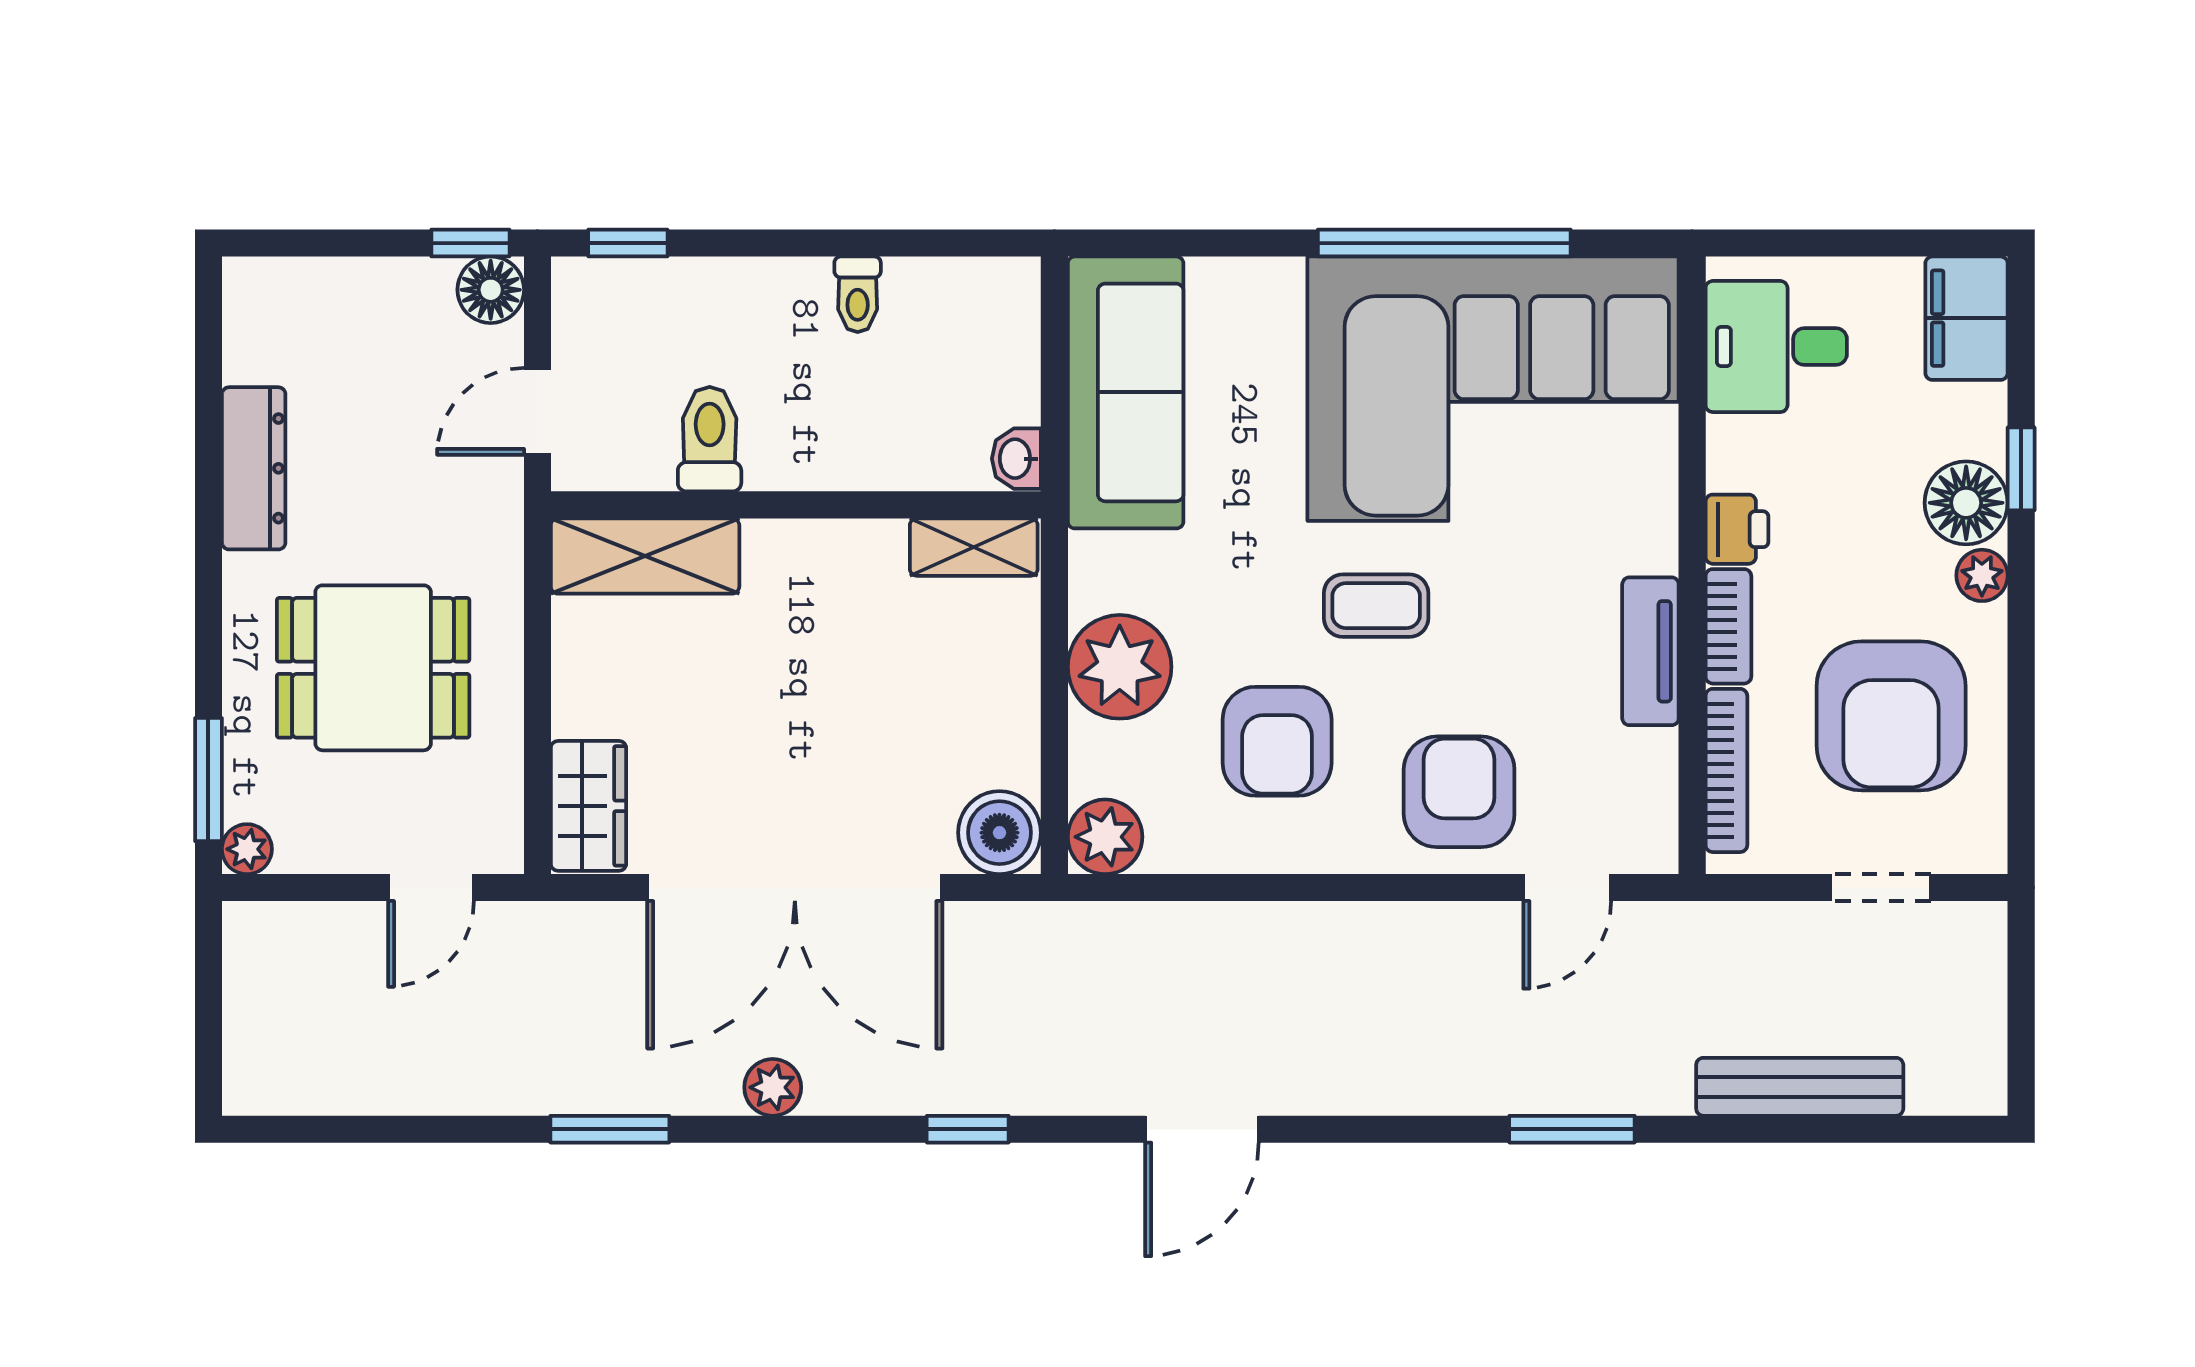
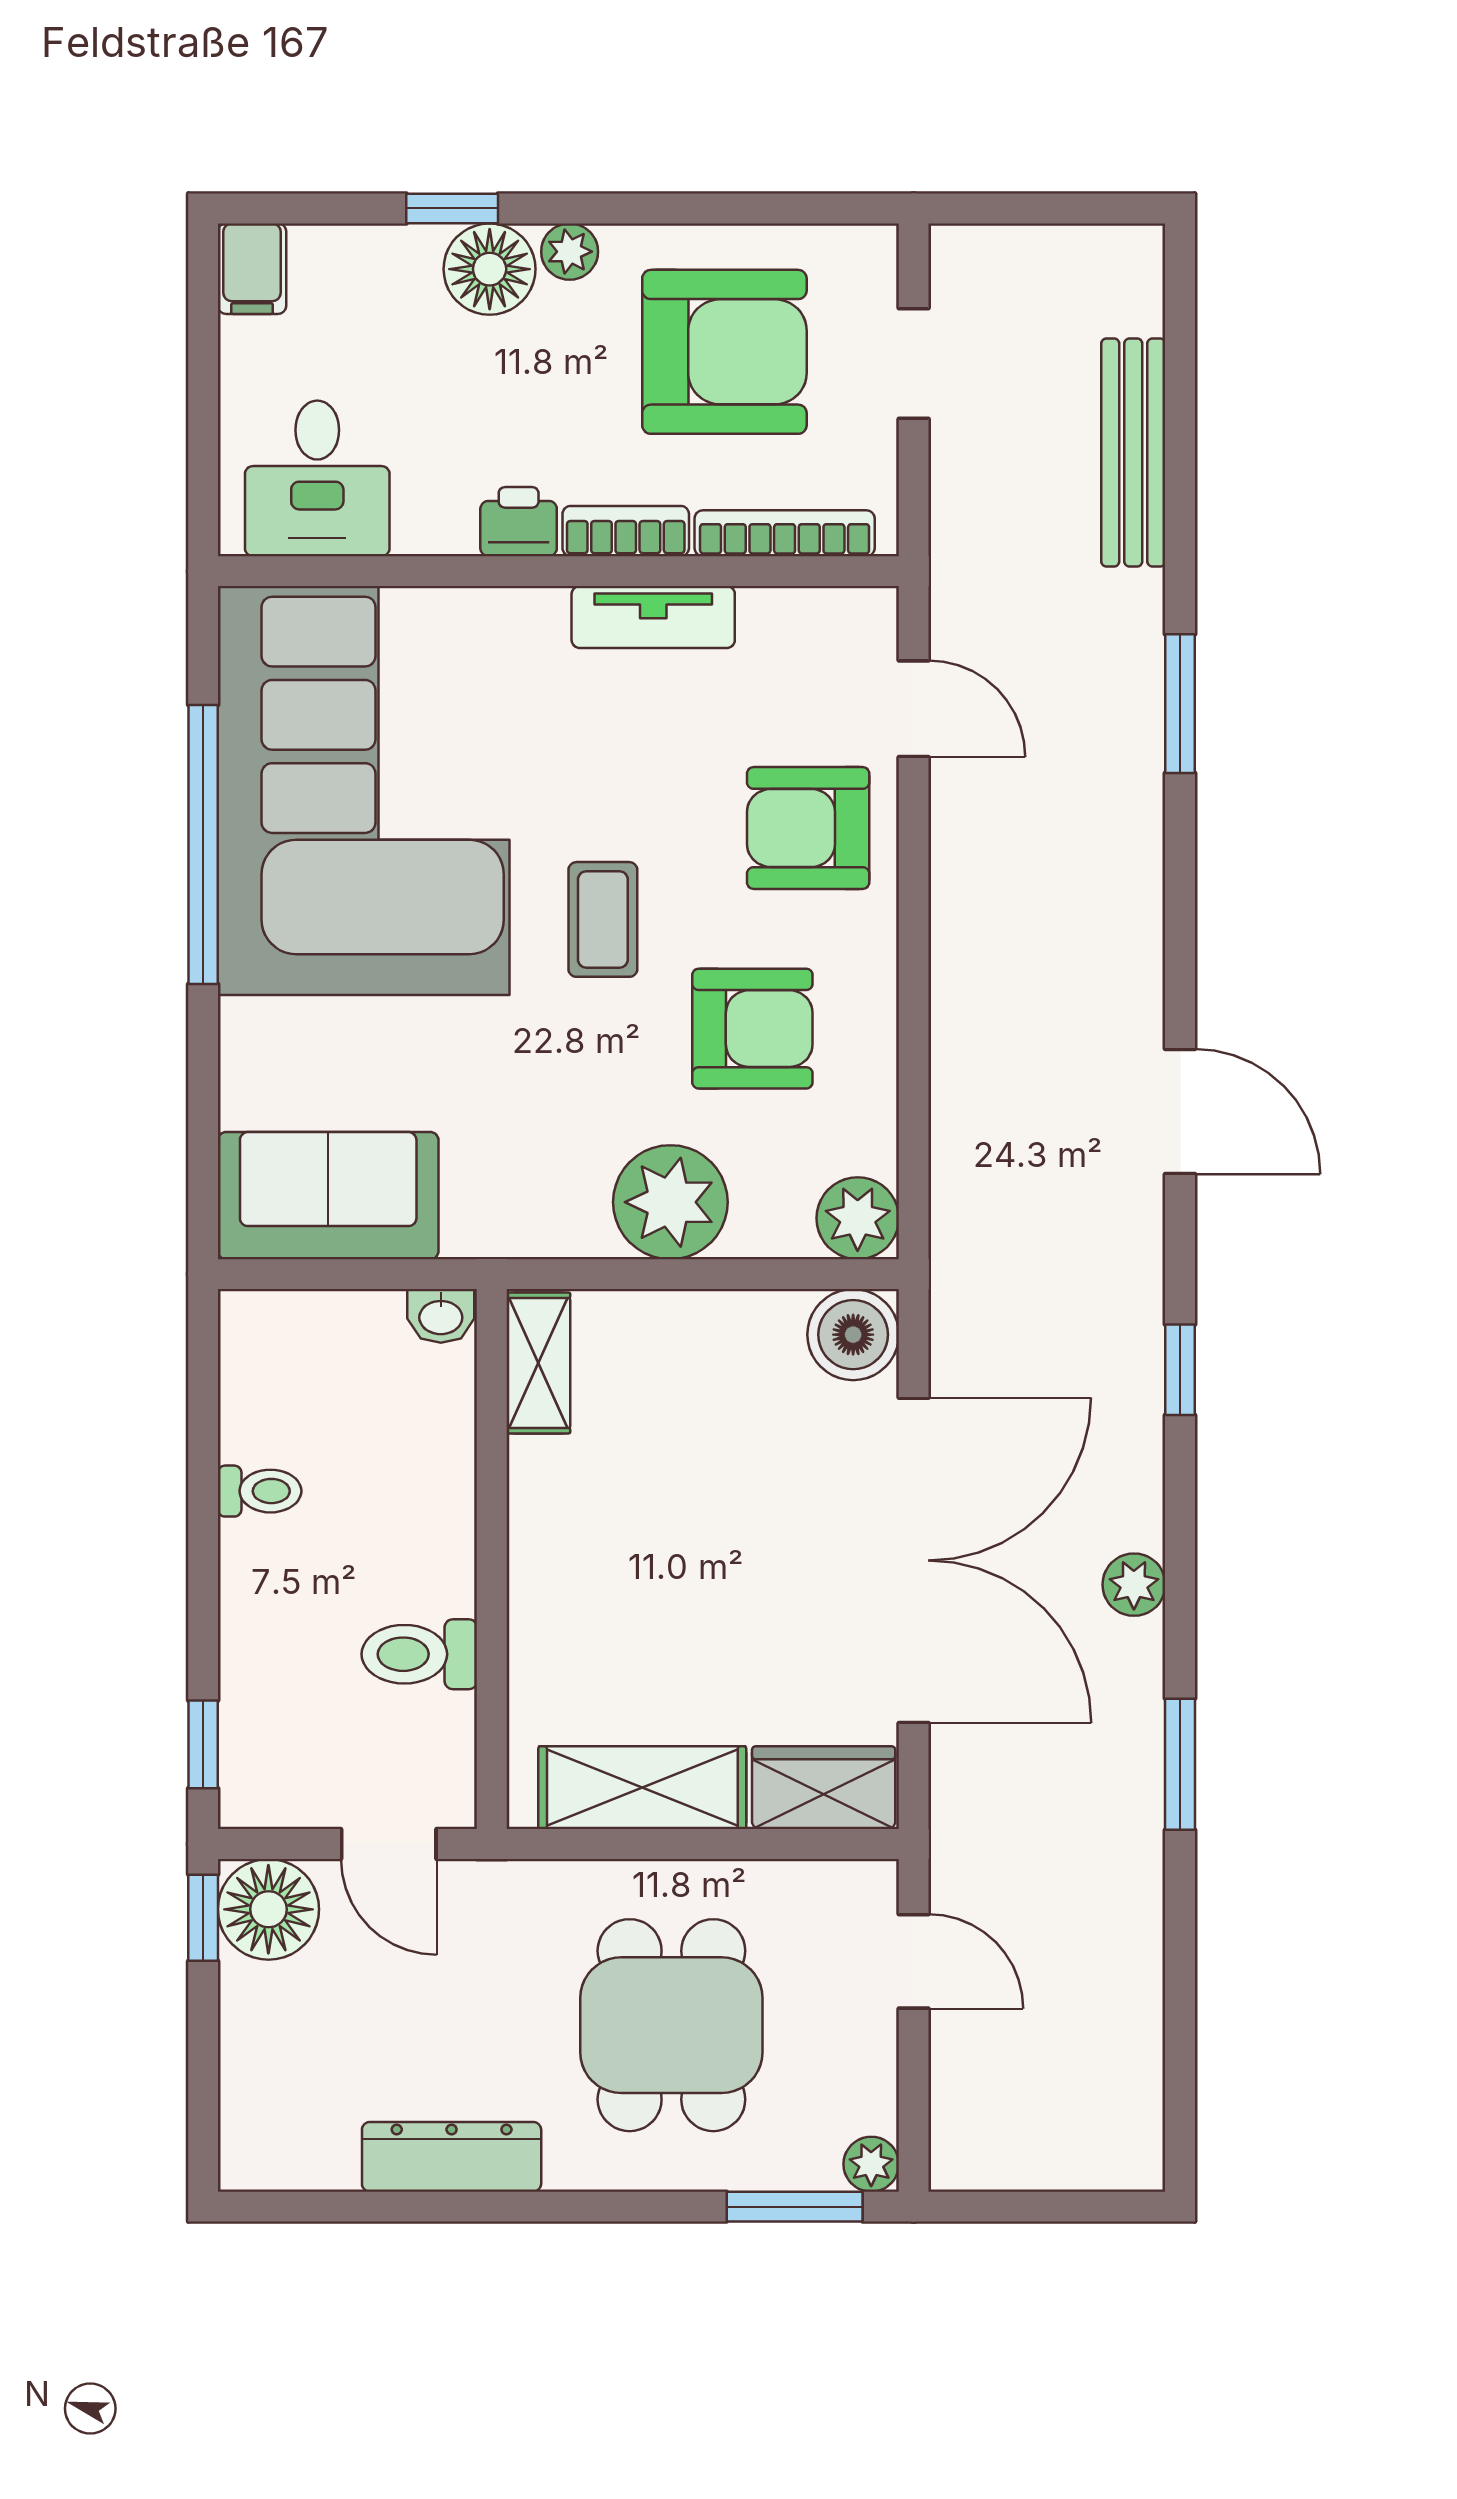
floor lamp: (491, 290) -> (268, 1909), width x1.38, depth x1.38
filing cabinet: (1966, 318) -> (252, 269), width x0.50
sofa: (1126, 392) -> (328, 1196), width x0.73
shelving: (645, 556) -> (642, 1788), moved, turned 90

